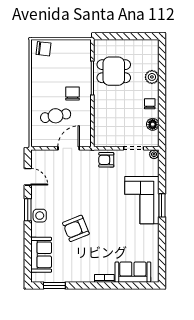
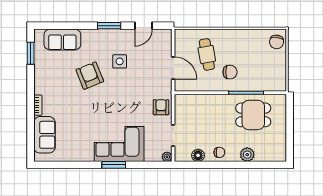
dining table: (114, 71) -> (253, 115), turned 90
side table: (40, 216) -> (120, 61), moved

